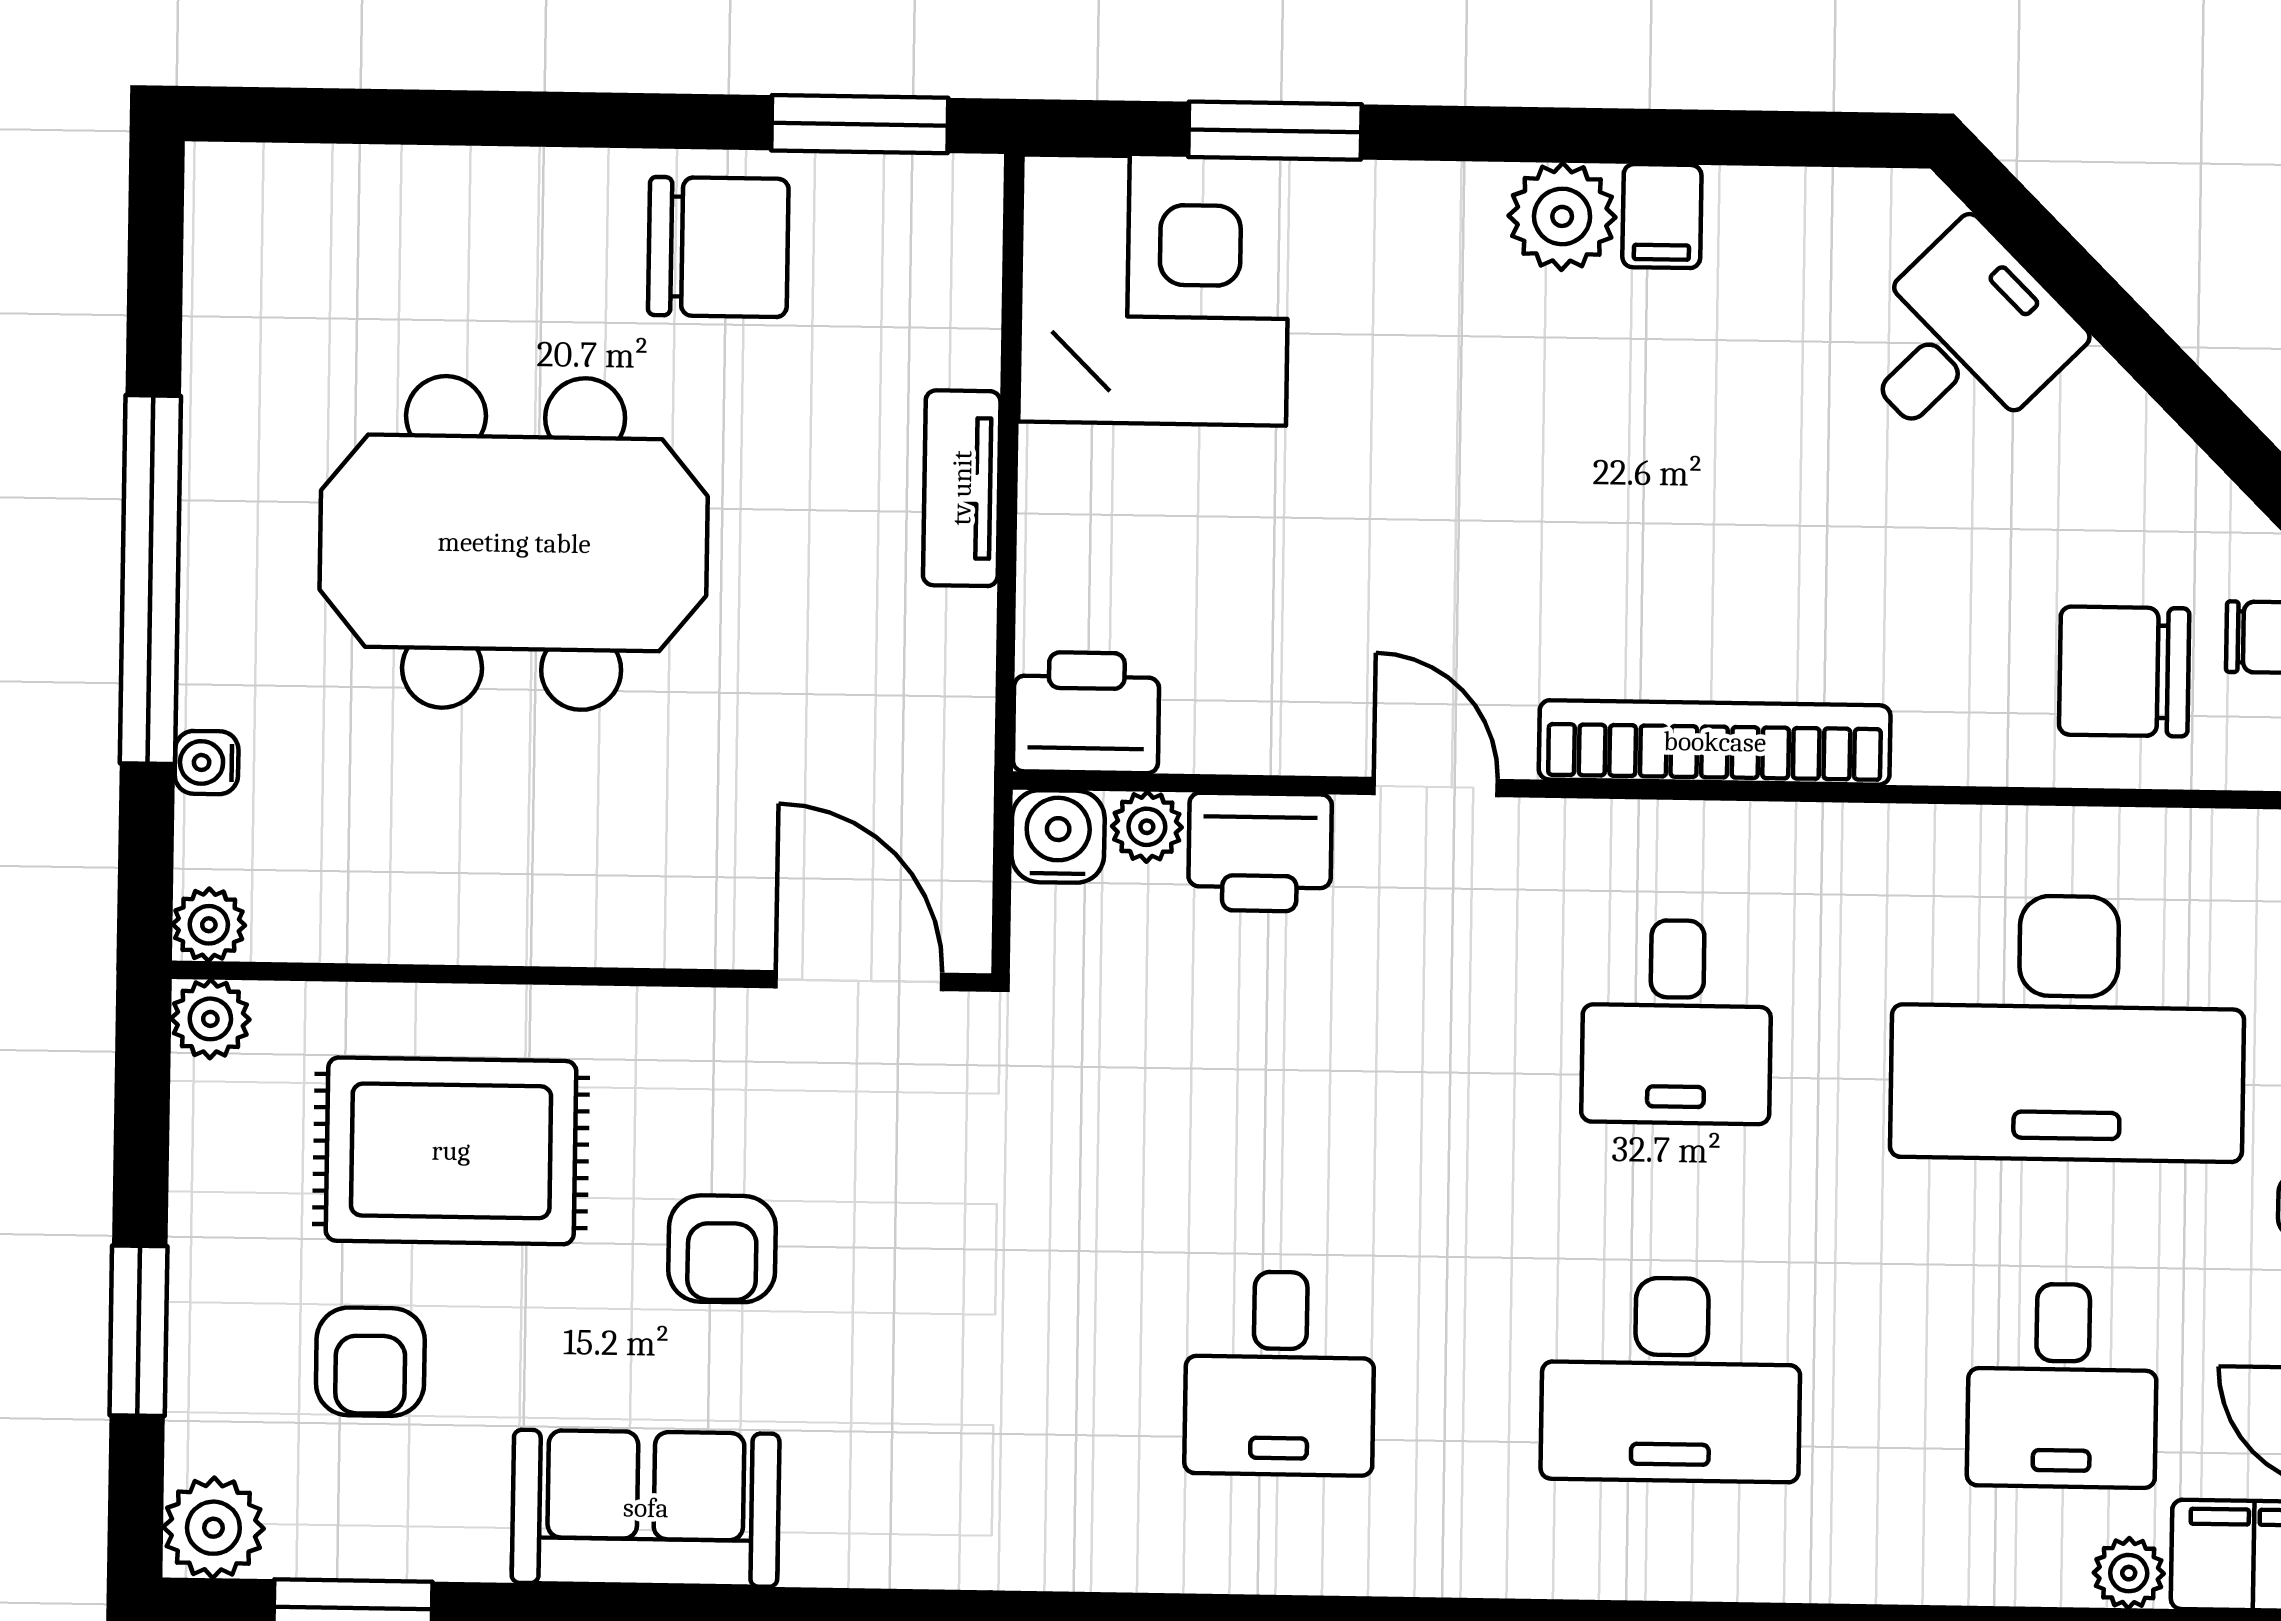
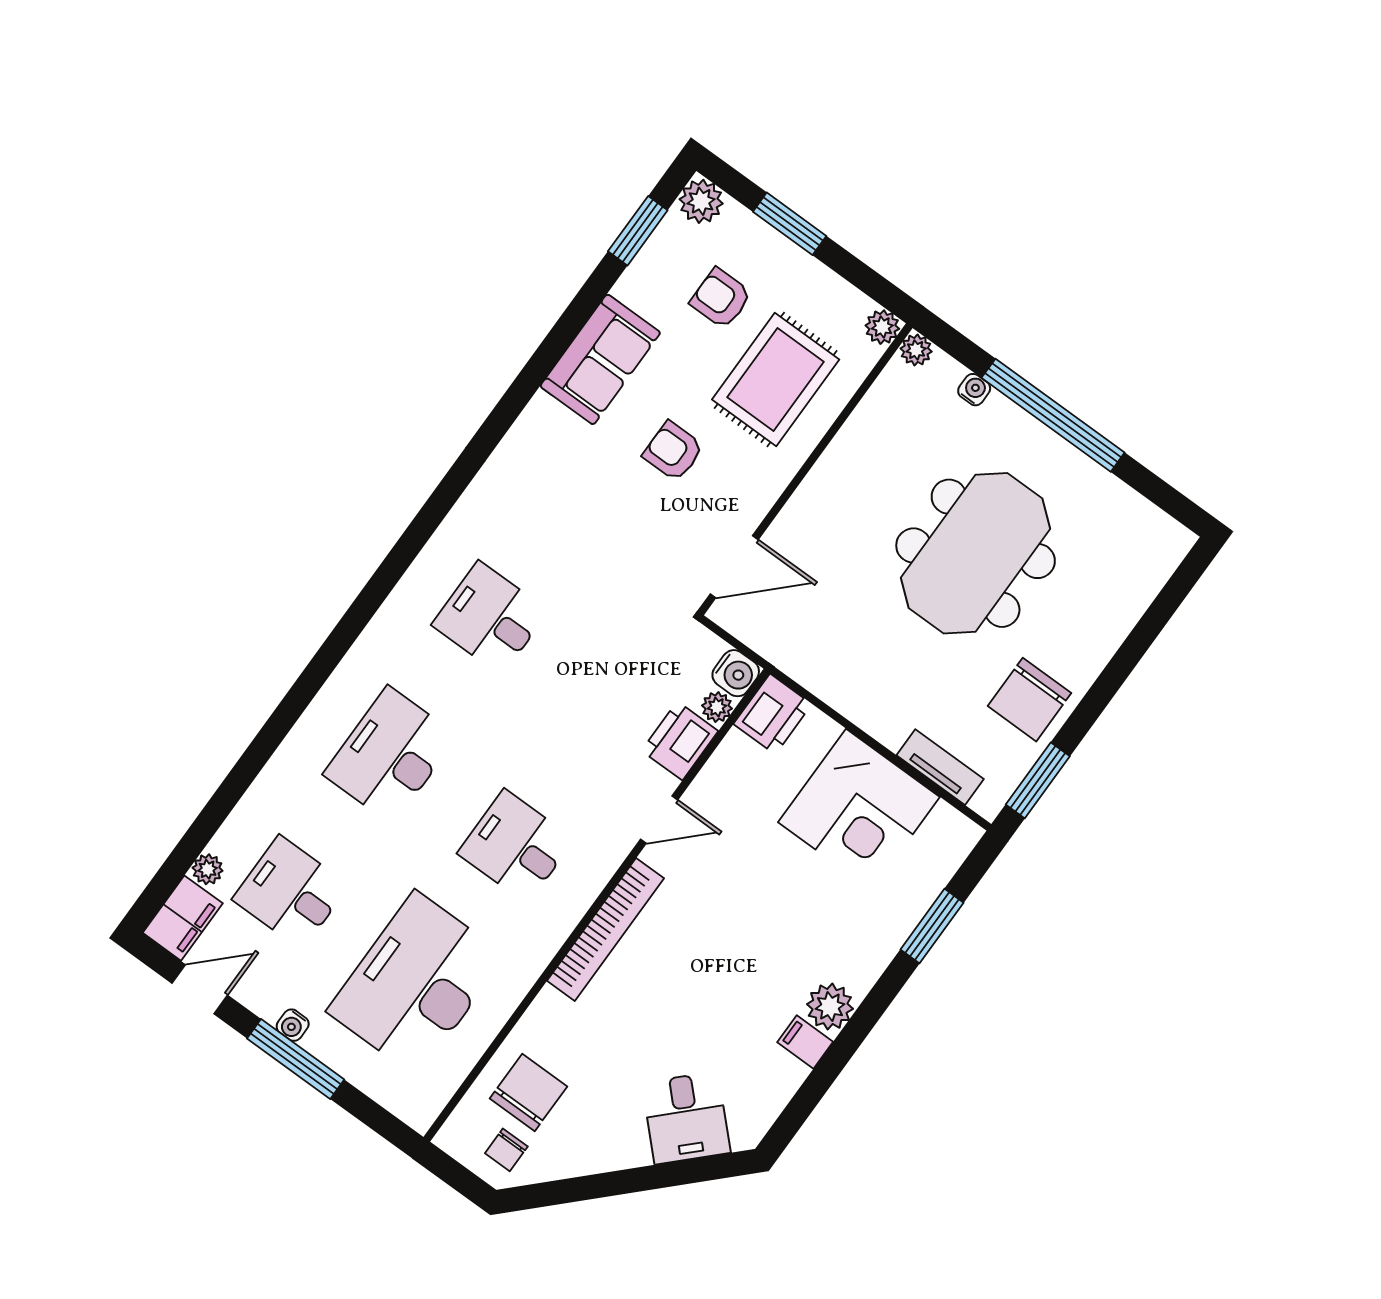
corner desk: (1154, 290) -> (859, 810), moved
tv unit: (962, 488) -> (940, 767), moved

